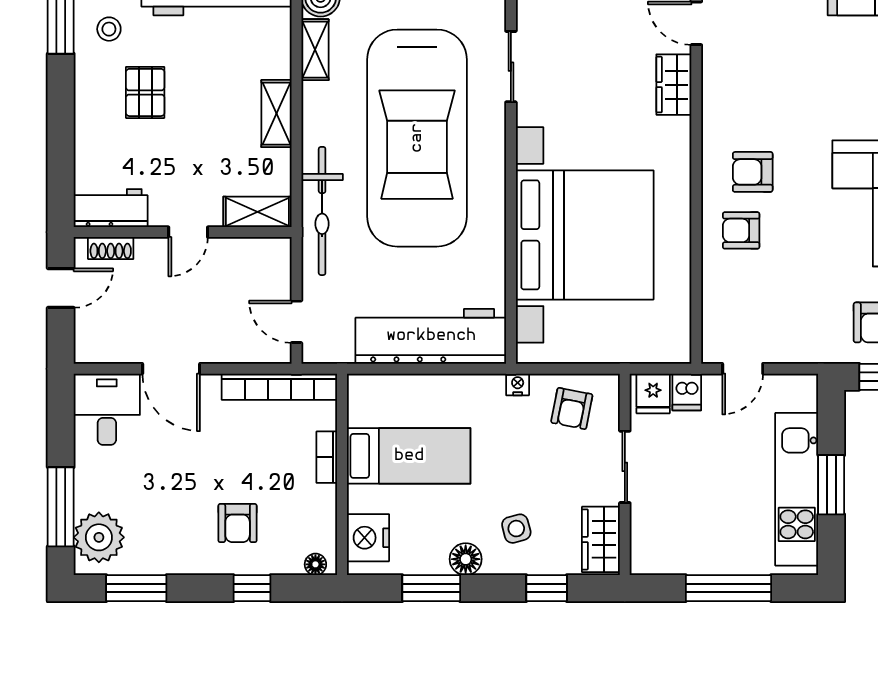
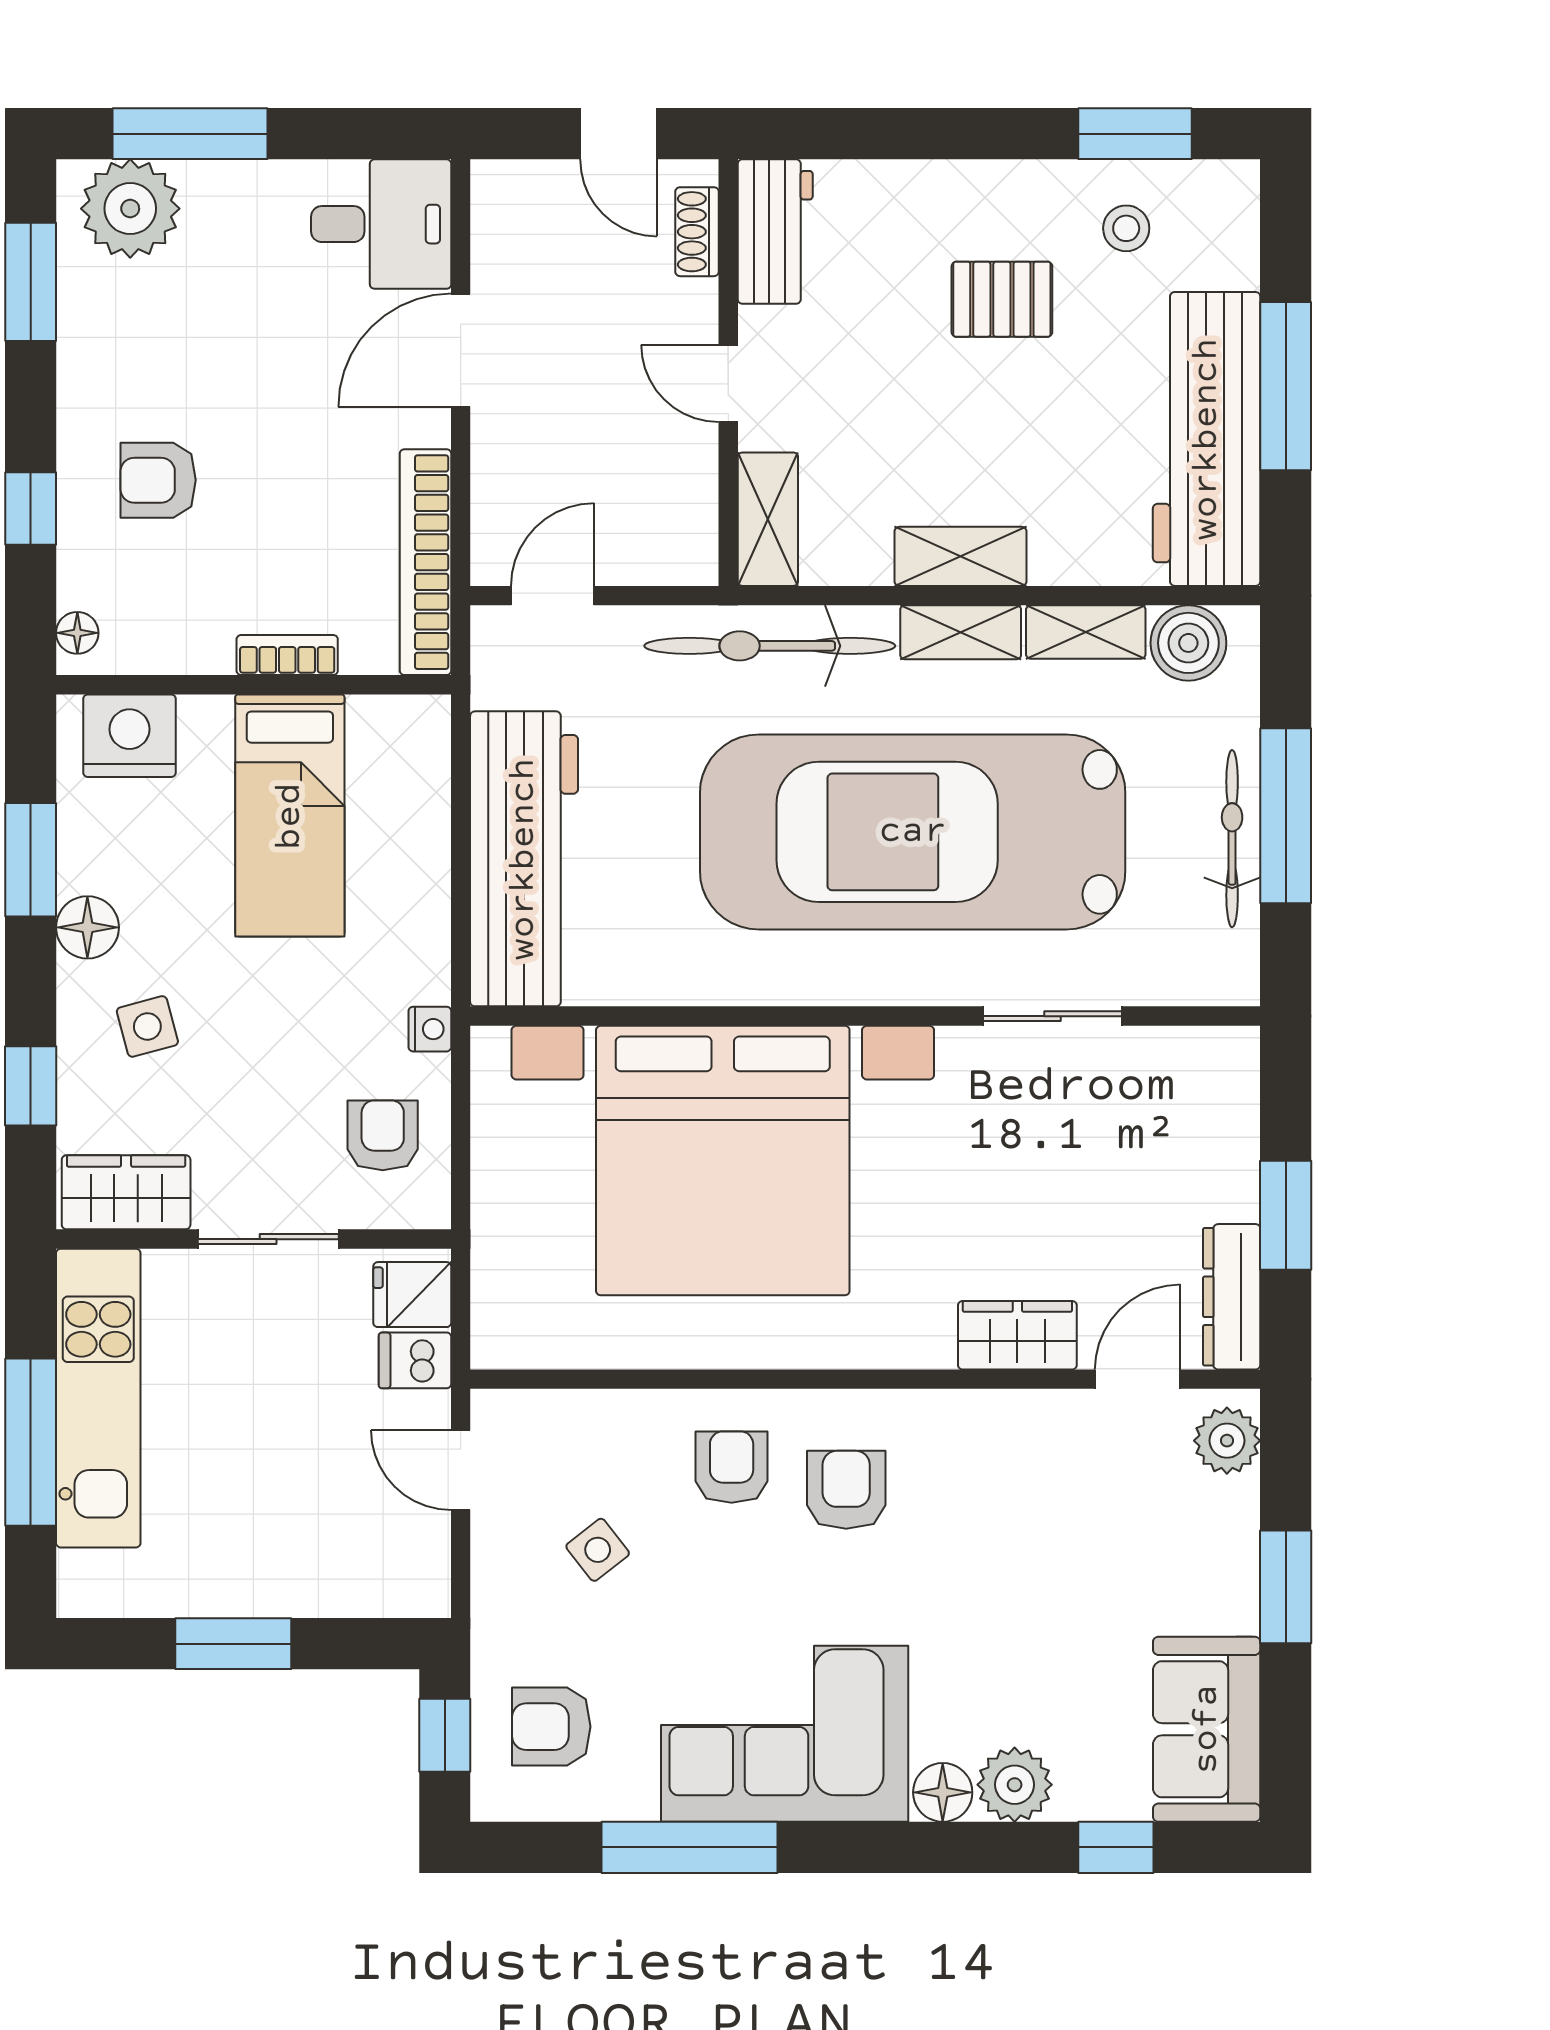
shelving: (315, 114) -> (961, 632), added
side table: (783, 299) -> (598, 1550), added
armchair: (572, 408) -> (383, 1135), turned 79
kitchen unit: (797, 489) -> (98, 1398), moved, turned 90

